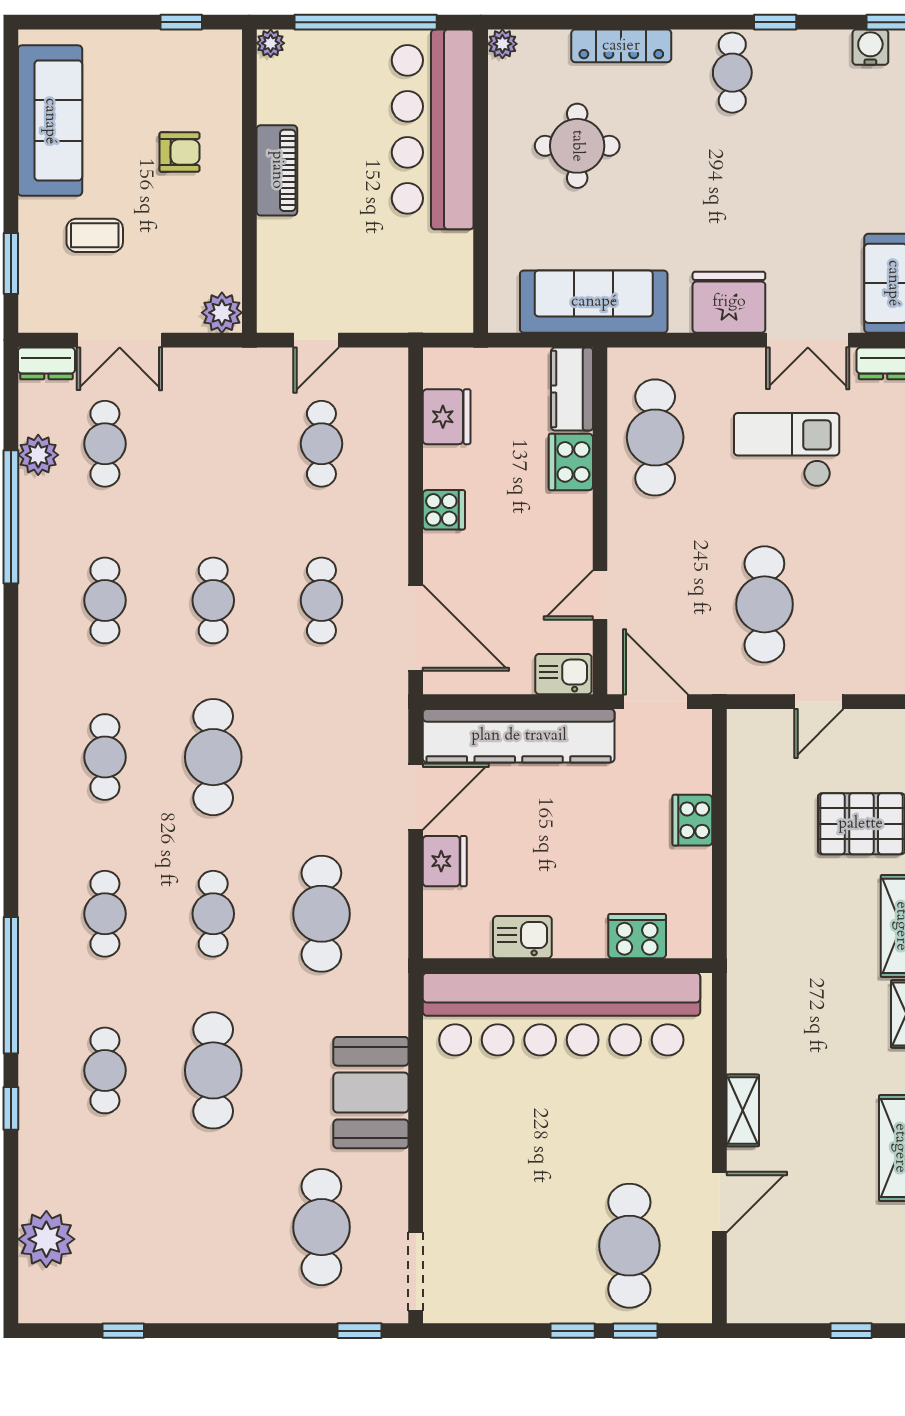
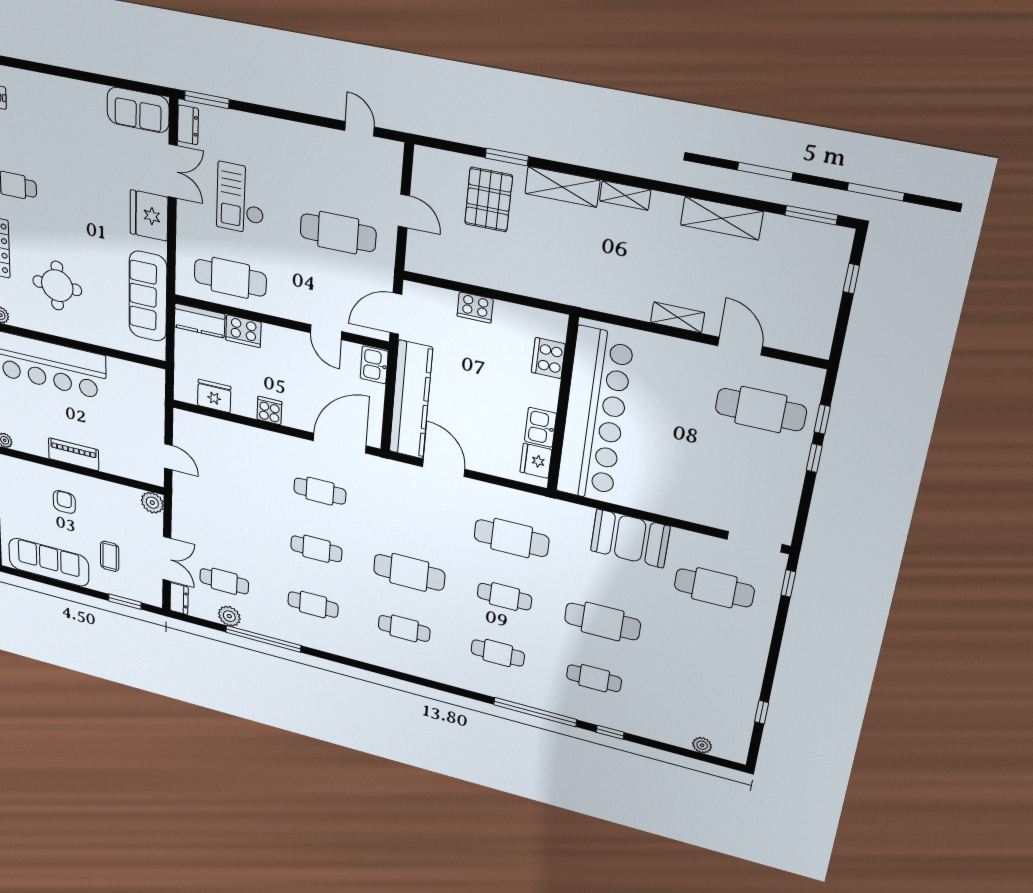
cafe table: (321, 444) -> (228, 469), removed
fridge: (445, 861) -> (536, 461), moved, turned -90
plant: (46, 1239) -> (702, 745), width x0.53, depth x0.53

